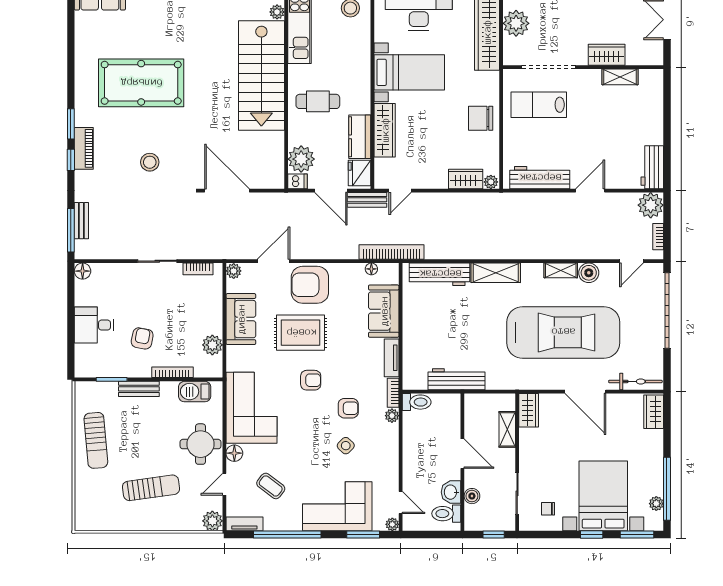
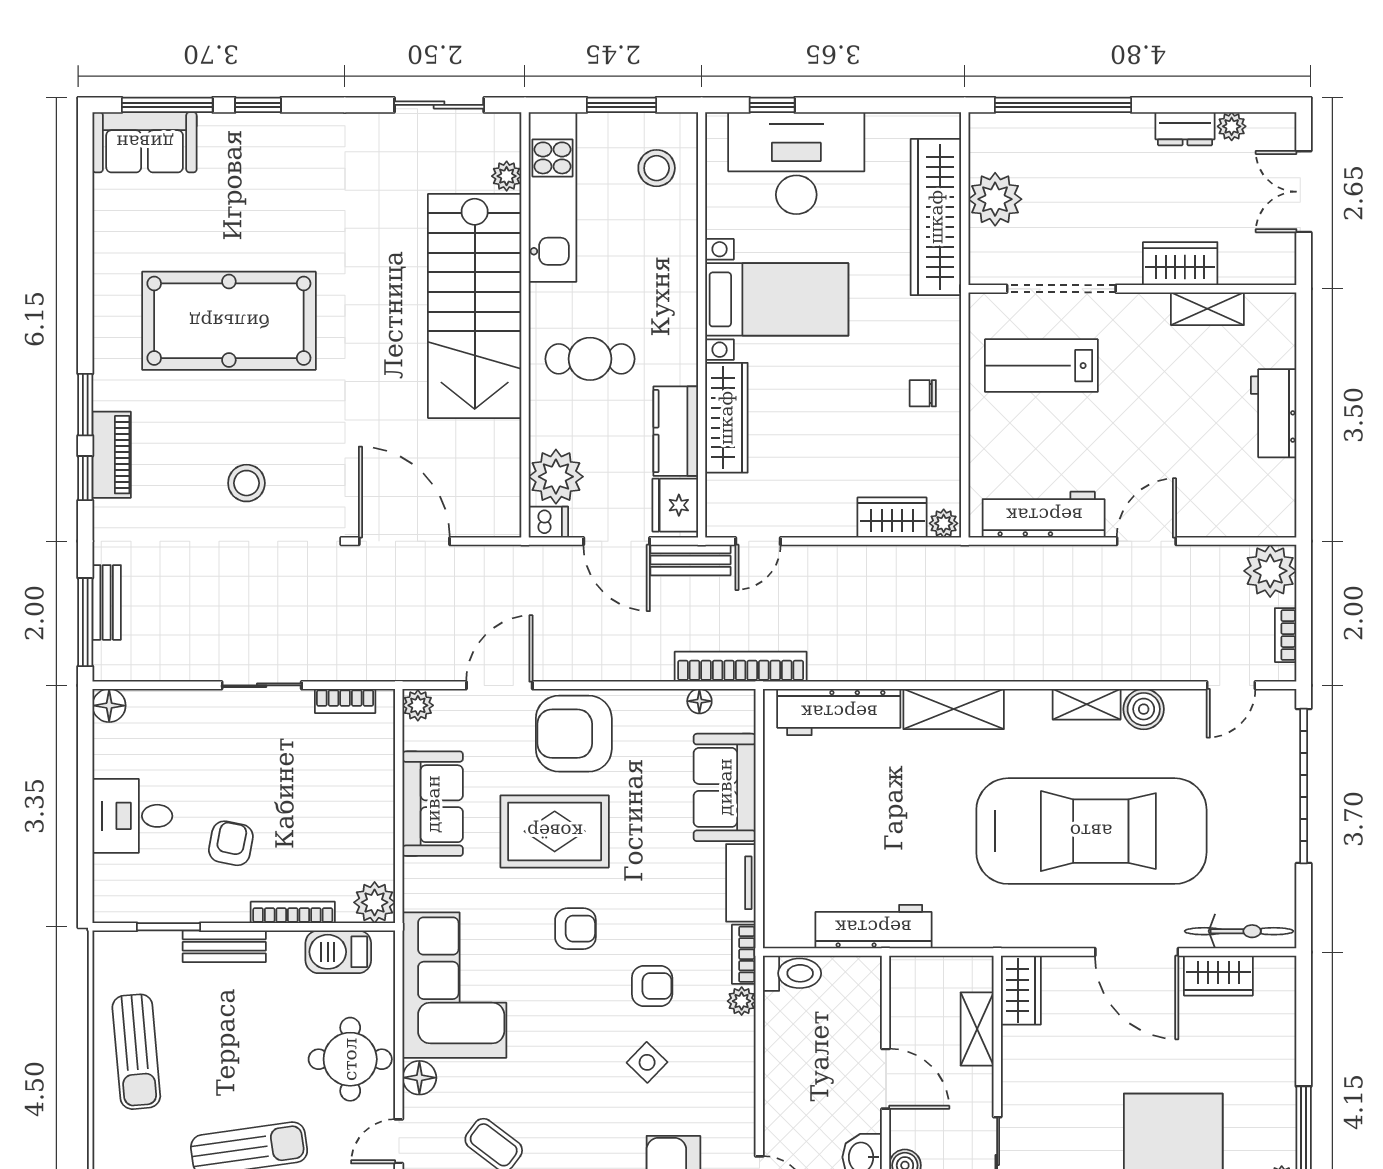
chair: (481, 118) -> (923, 393), width x0.54, depth x0.54
workbench: (652, 167) -> (1274, 413), moved
plant: (212, 345) -> (375, 902), moved
wardrobe: (654, 412) -> (1218, 976), moved, turned -90

